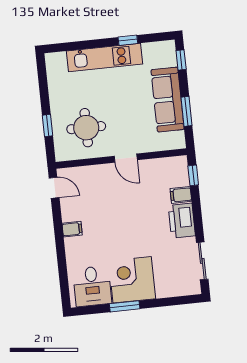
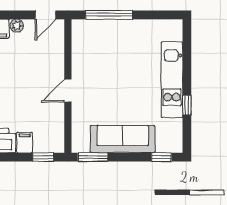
window: (186, 111) -> (93, 157), moved
window: (48, 125) -> (109, 15), width x2.17
round table: (86, 128) -> (103, 54), removed
plant: (68, 215) -> (17, 26), added

